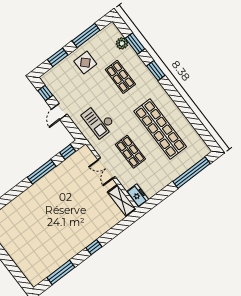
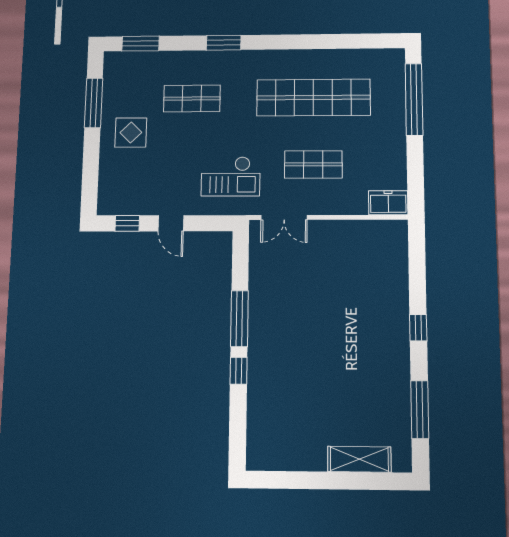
plant: (122, 43) -> (146, 61), removed
window: (135, 43) -> (141, 44), moved
window: (58, 57) -> (91, 166), removed
window: (68, 152) -> (239, 371), moved
double door: (107, 168) -> (284, 218), moved
shelving: (122, 201) -> (359, 459), moved

